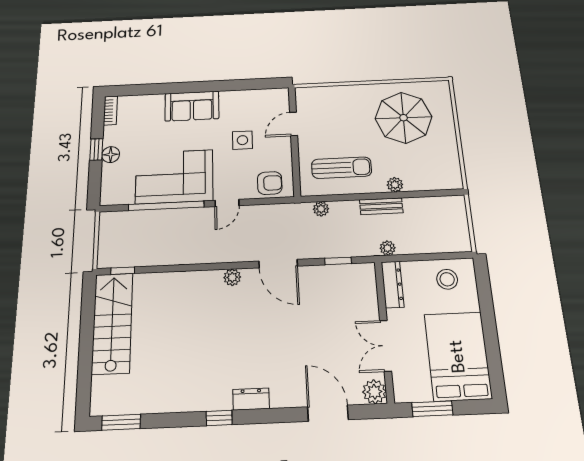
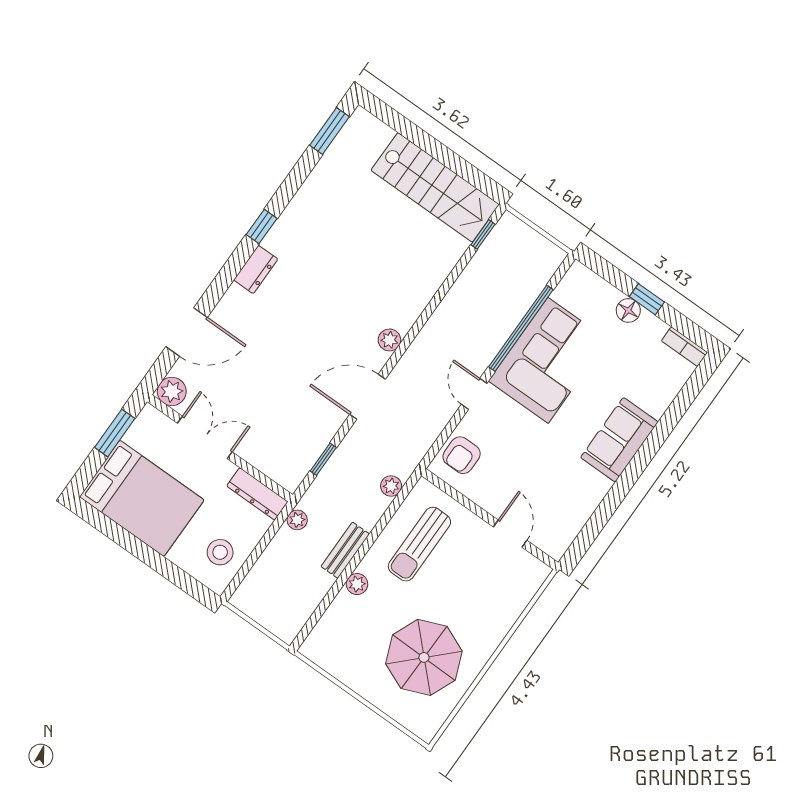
side table: (242, 140) -> (534, 464), removed

